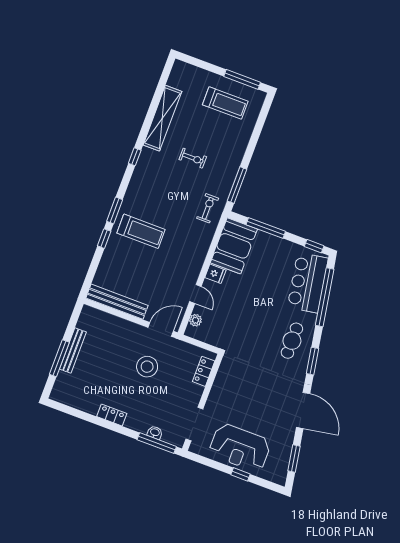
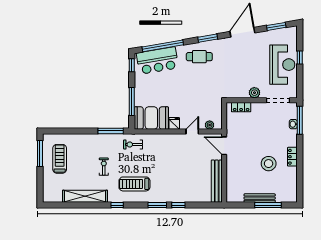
treadmill: (141, 231) -> (134, 184), moved, turned -90
stool: (147, 367) -> (269, 164), moved
plant: (216, 396) -> (254, 93), added

